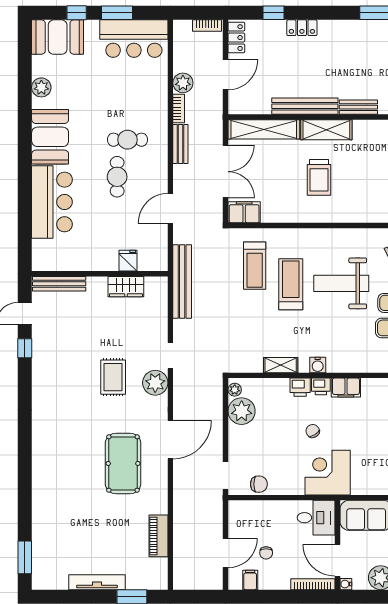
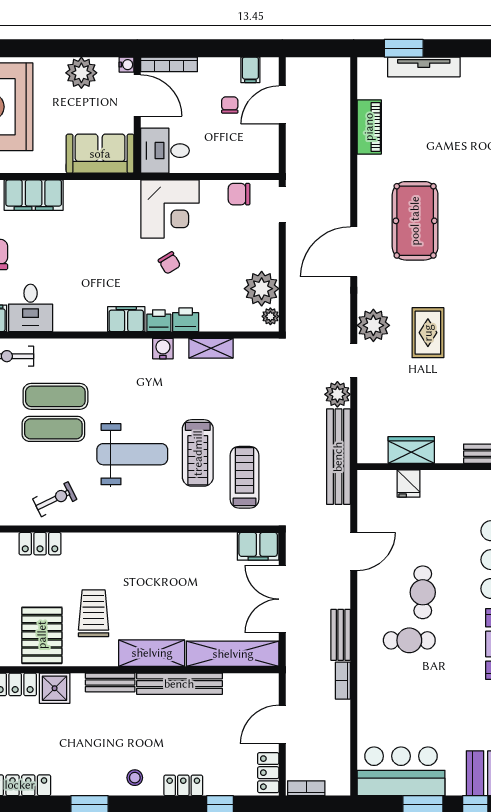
stool: (339, 34) -> (135, 778), added
plant: (183, 83) -> (337, 394), moved
trolley: (319, 177) -> (94, 613), moved
corner desk: (328, 473) -> (170, 209), moved
tv unit: (97, 582) -> (424, 67), moved

